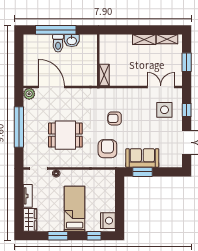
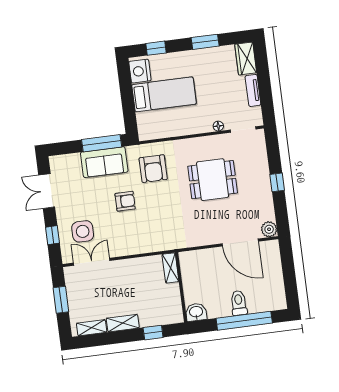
window: (123, 30) -> (153, 333), added
washbasin: (72, 41) -> (196, 312), moved
double door: (161, 87) -> (92, 262), swing flipped
armchair: (115, 118) -> (125, 201), moved
window: (19, 127) -> (277, 182), width x0.32
window: (142, 172) -> (102, 143), width x1.44
bed: (75, 209) -> (164, 94), moved, turned -90

